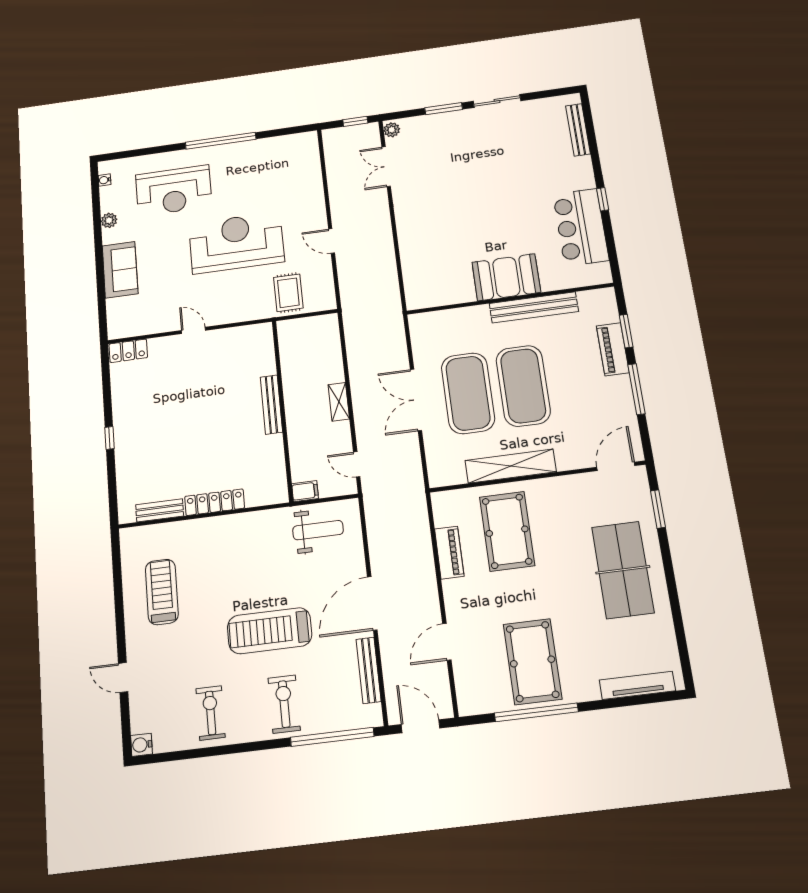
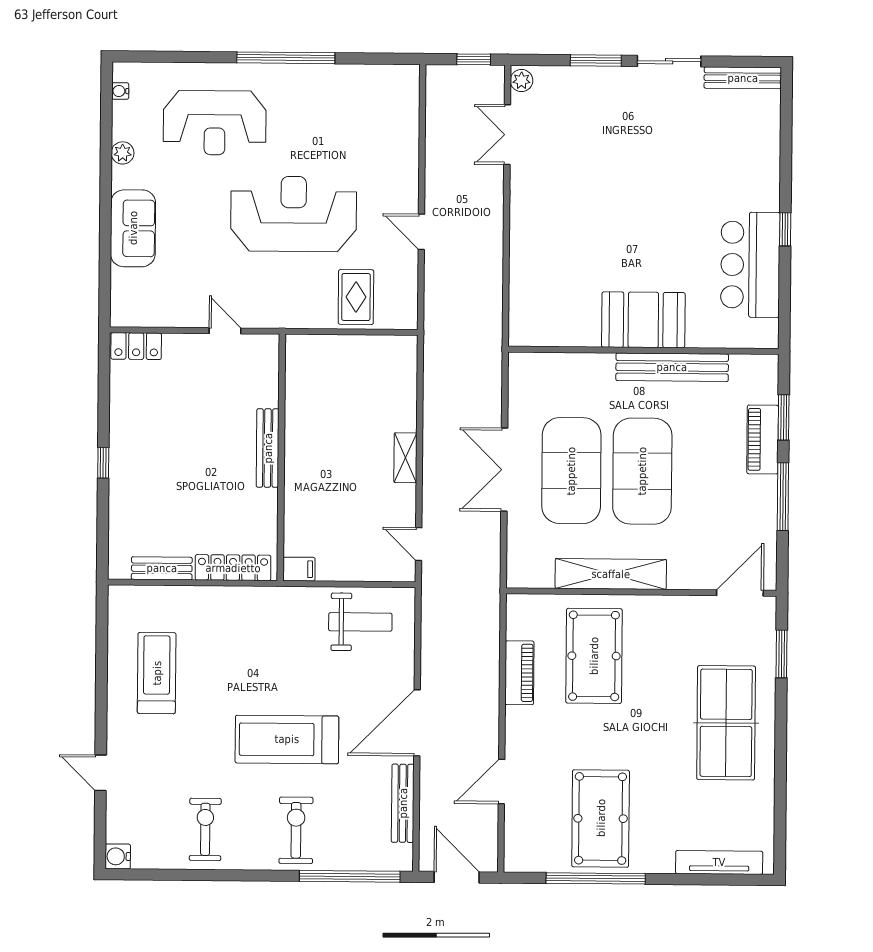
bench: (578, 130) -> (743, 78), moved, turned 90
bench: (271, 404) -> (268, 448), moved
wall: (282, 410) -> (281, 457), moved
filing cabinet: (305, 491) -> (299, 569), moved

